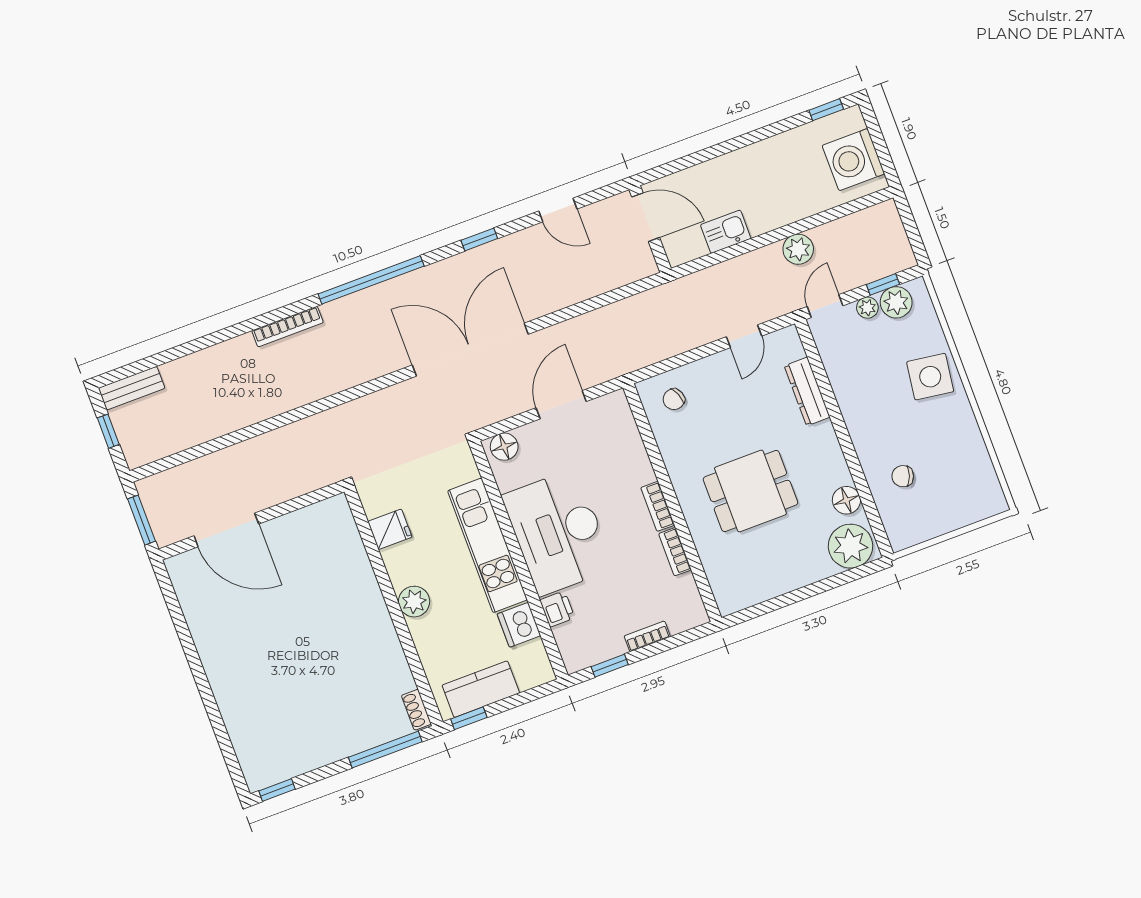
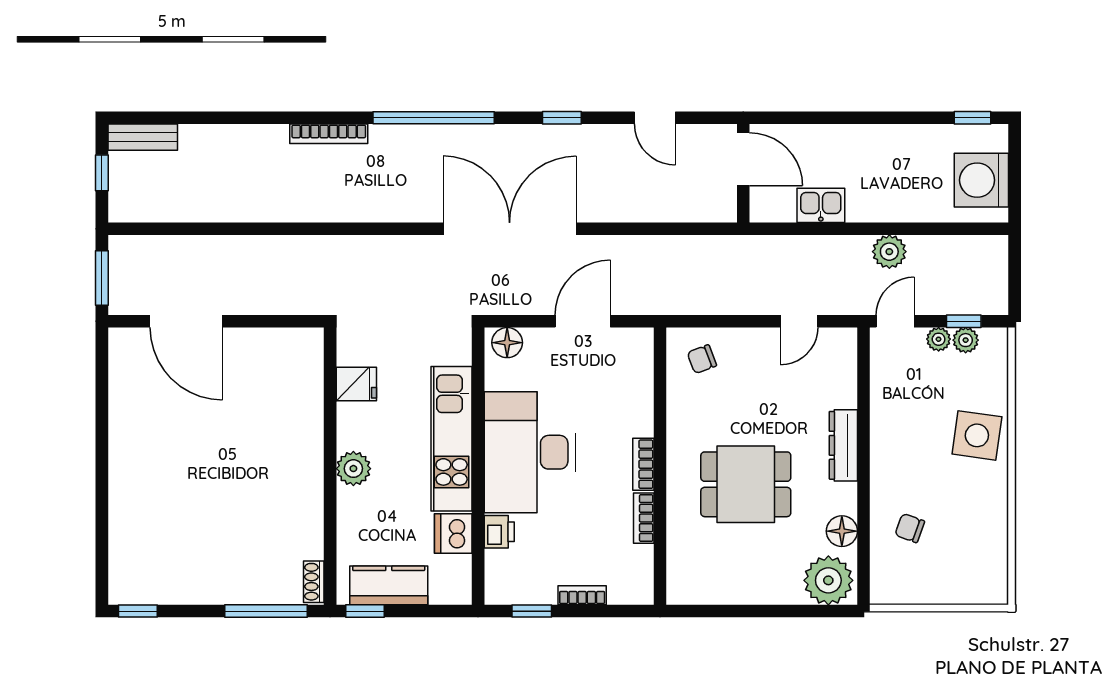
plant: (896, 302) -> (966, 340), width x0.73, depth x0.73
dresser: (807, 391) -> (843, 445), moved

